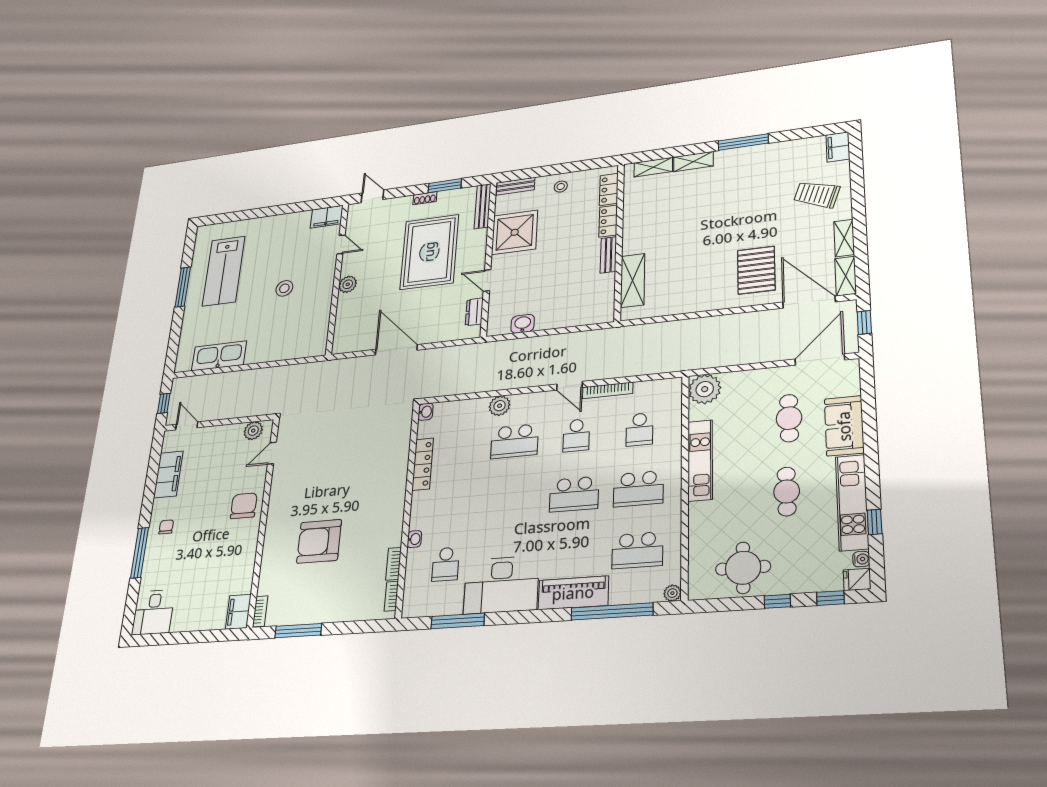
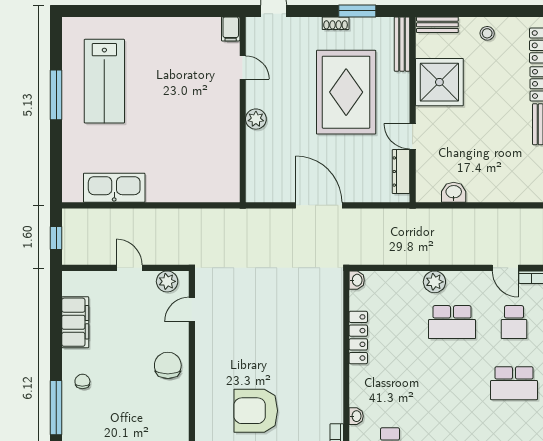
filing cabinet: (327, 217) -> (231, 29), width x0.50
stool: (284, 288) -> (182, 114), removed
dresser: (474, 312) -> (401, 172), width x1.44
door: (187, 426) -> (129, 268), moved

